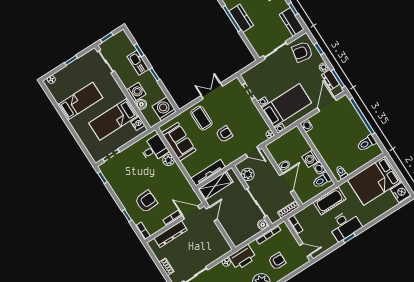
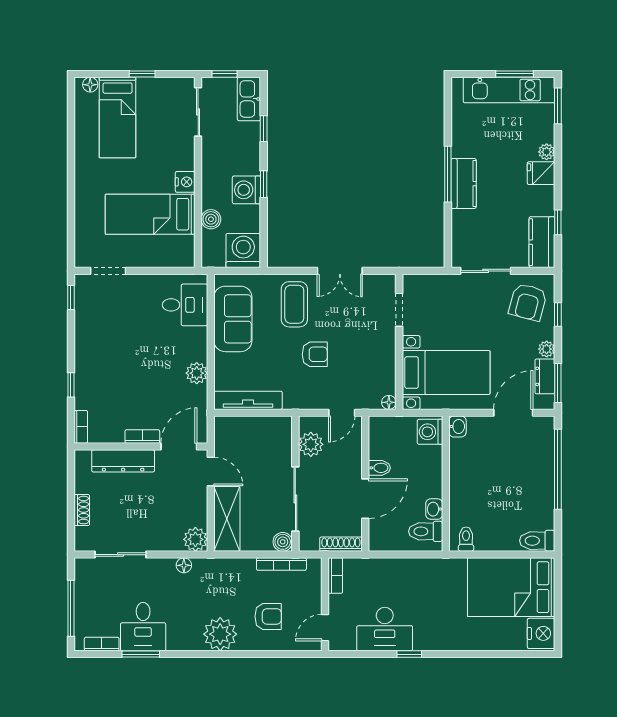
armchair: (302, 52) -> (528, 302), turned -86
kitchen sink: (138, 63) -> (249, 99), moved
double door: (212, 91) -> (340, 271), swing flipped
washing machine: (136, 92) -> (246, 190), moved, turned 180
bed: (80, 101) -> (118, 117), moved, turned 90
nightstand: (138, 123) -> (185, 182), moved
toilet: (367, 143) -> (537, 541), moved
door: (252, 152) -> (342, 413), hinge flipped
washing machine: (311, 159) -> (430, 432), moved
plant: (168, 160) -> (197, 373), moved
shelving: (215, 186) -> (227, 519), moved, turned 90
armchair: (146, 201) -> (117, 382), removed
cot: (330, 201) -> (417, 573), removed
door: (191, 212) -> (179, 447), hinge flipped
door: (212, 214) -> (211, 471), hinge flipped
desk: (345, 225) -> (385, 629), moved
plant: (224, 248) -> (195, 539), added
door: (305, 250) -> (325, 628), swing flipped
printer: (242, 257) -> (216, 574), removed

